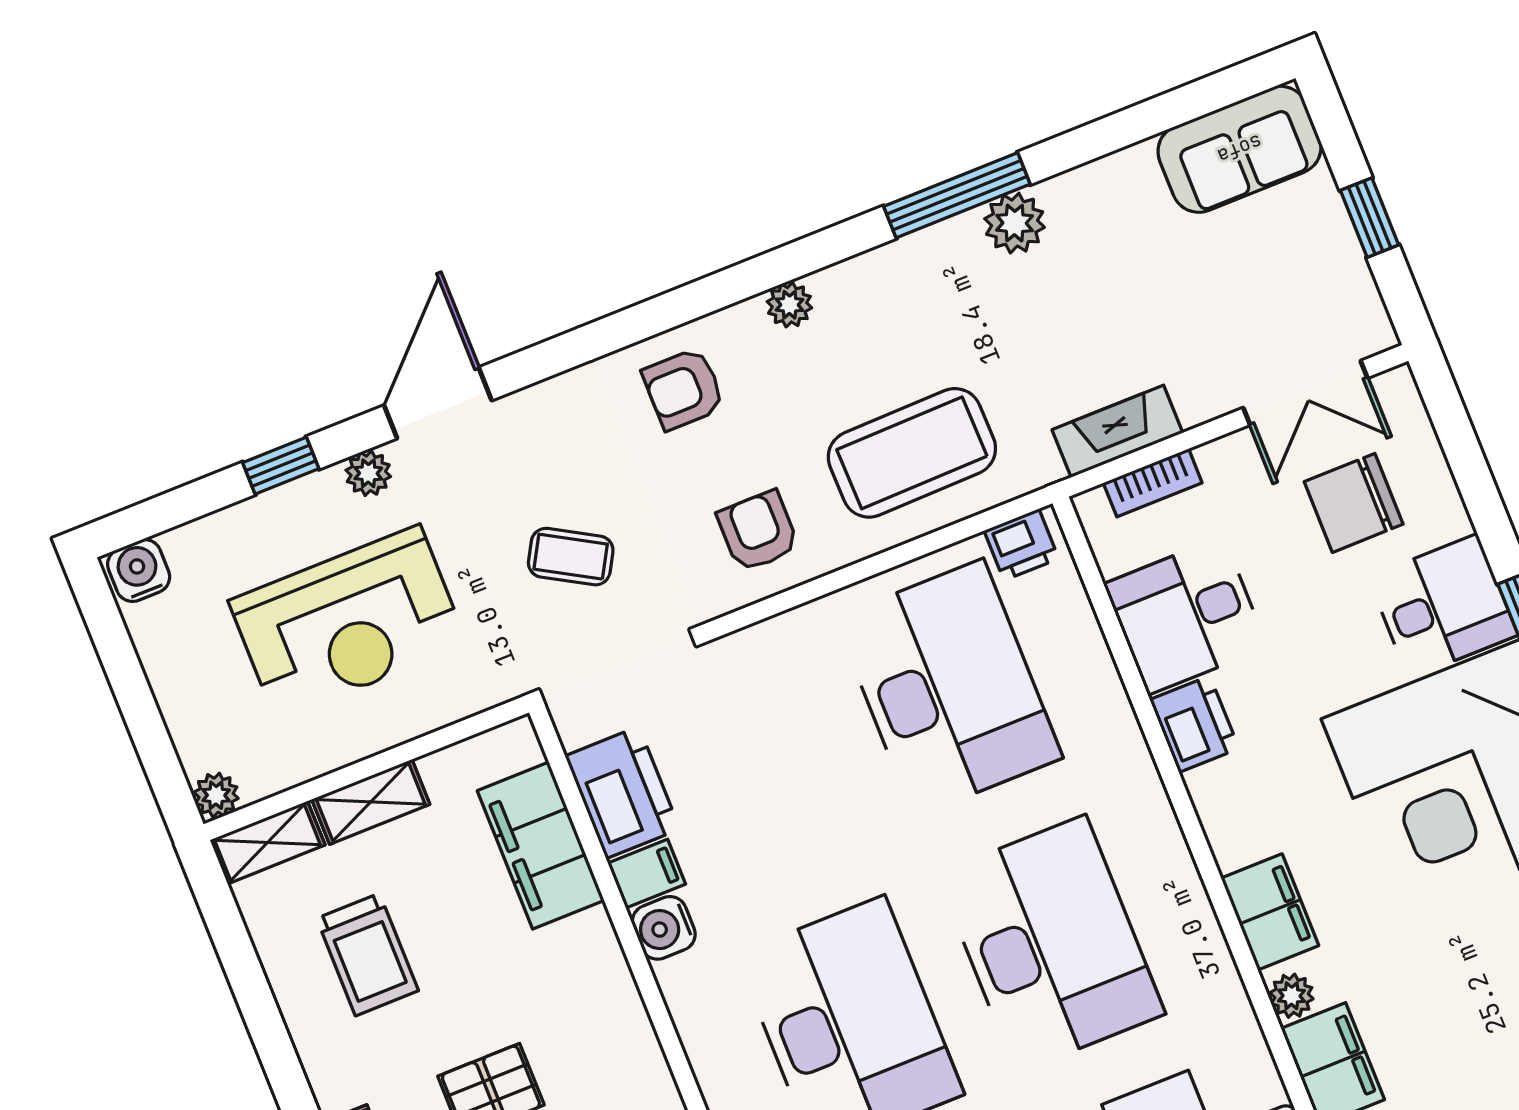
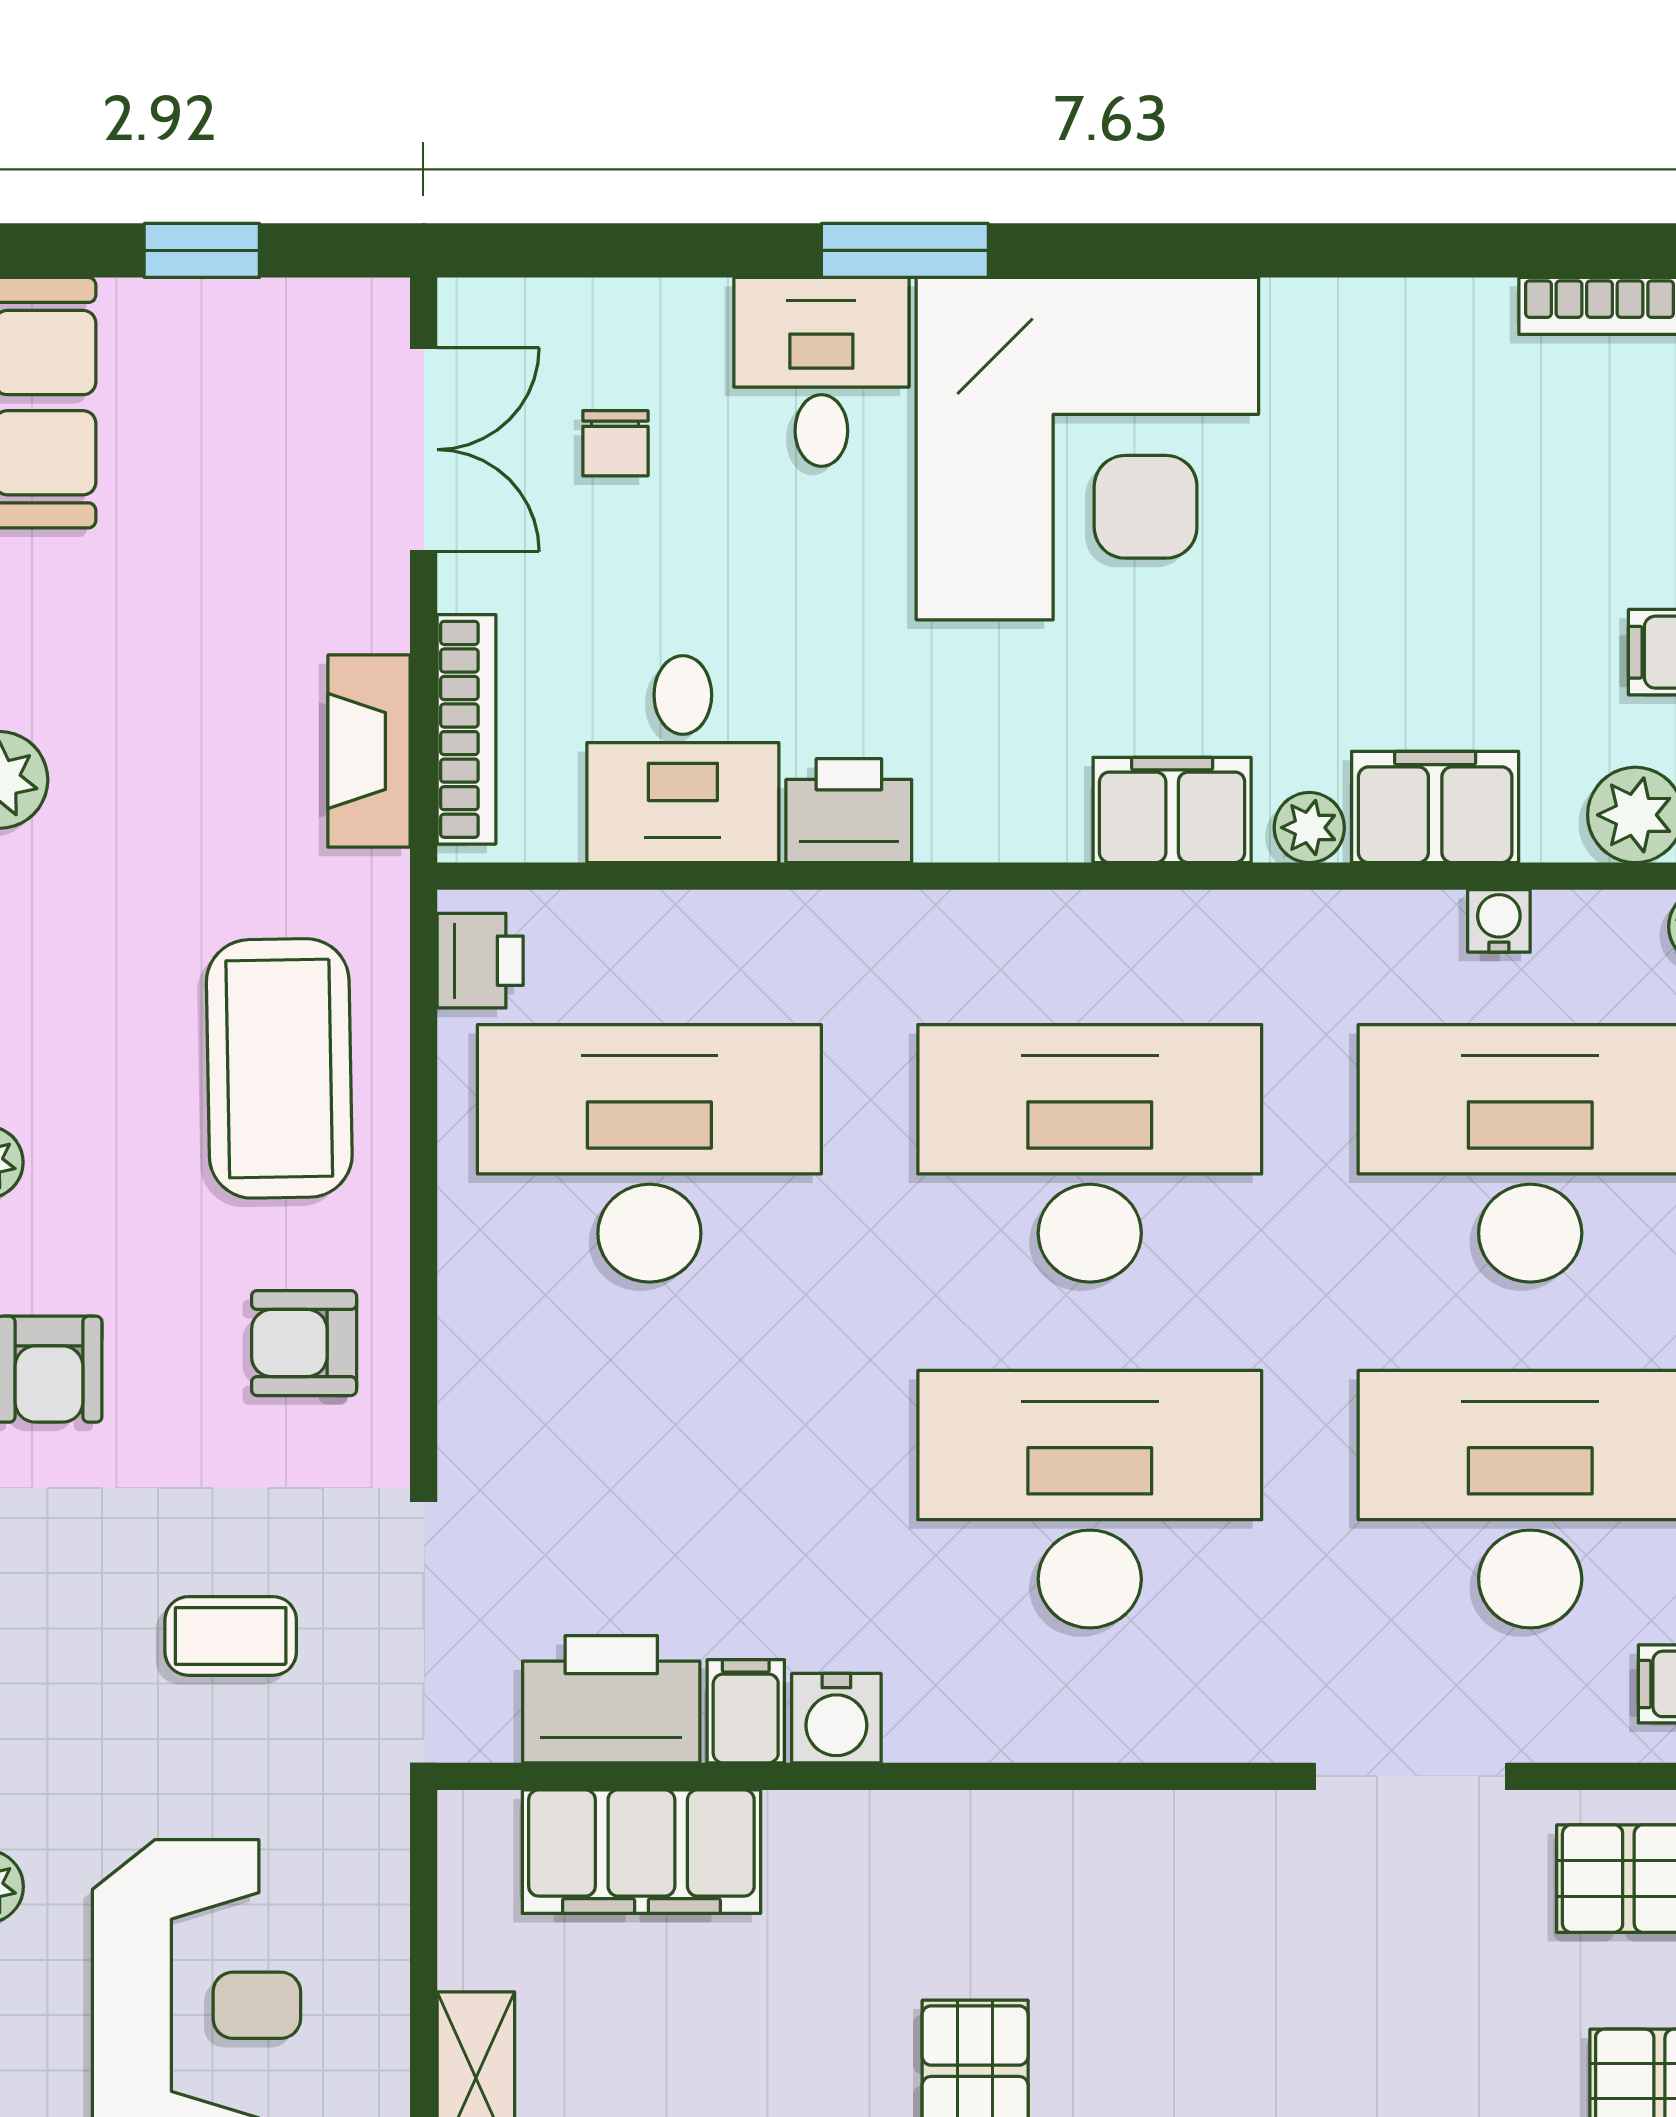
bookcase: (1153, 483) -> (466, 729), width x1.56
chair: (1354, 503) -> (615, 443), width x0.54, depth x0.54
coffee table: (571, 557) -> (231, 1636), turned 60

